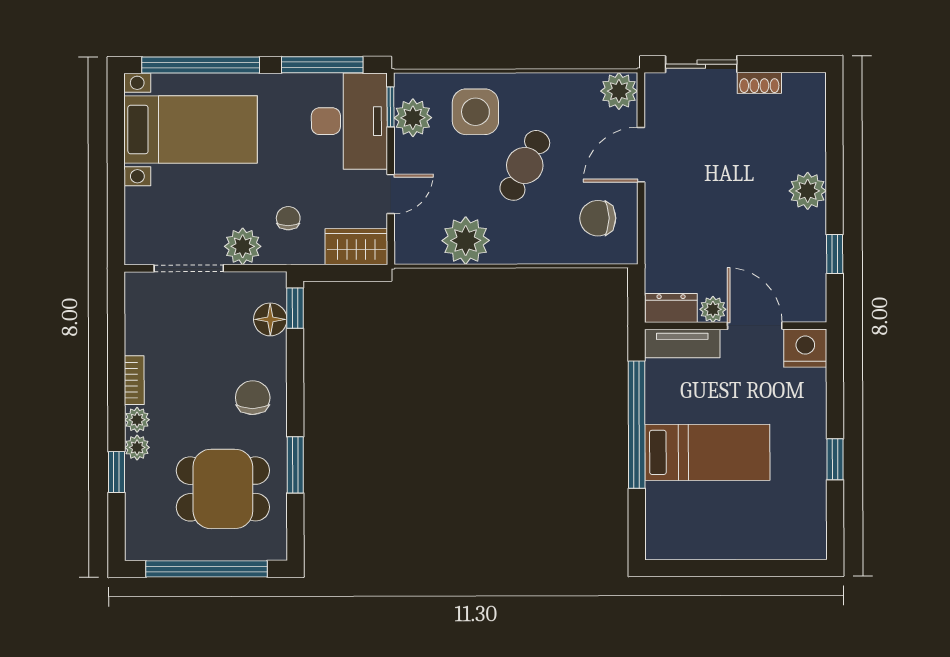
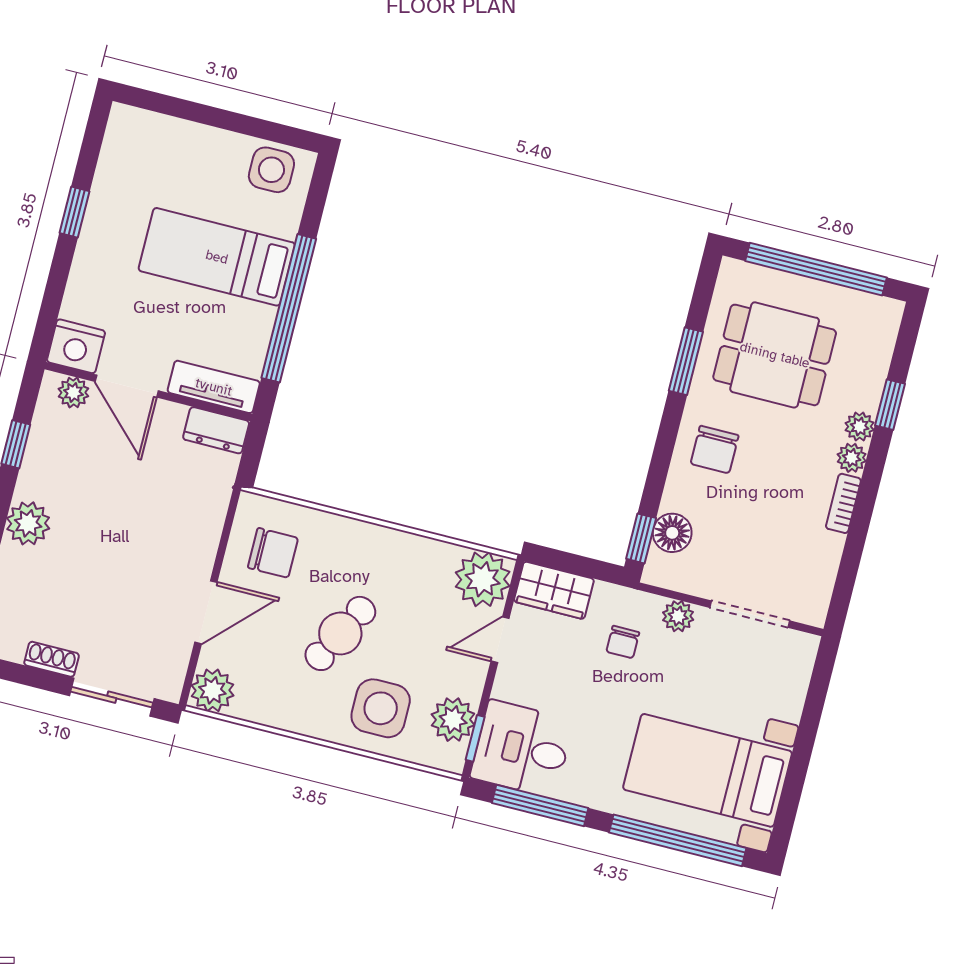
desk: (349, 121) -> (522, 749), width x0.73
plant: (466, 241) -> (483, 579), moved
plant: (243, 246) -> (678, 616), width x0.73, depth x0.73
plant: (713, 309) -> (73, 393), moved
side table: (680, 536) -> (271, 170), added

